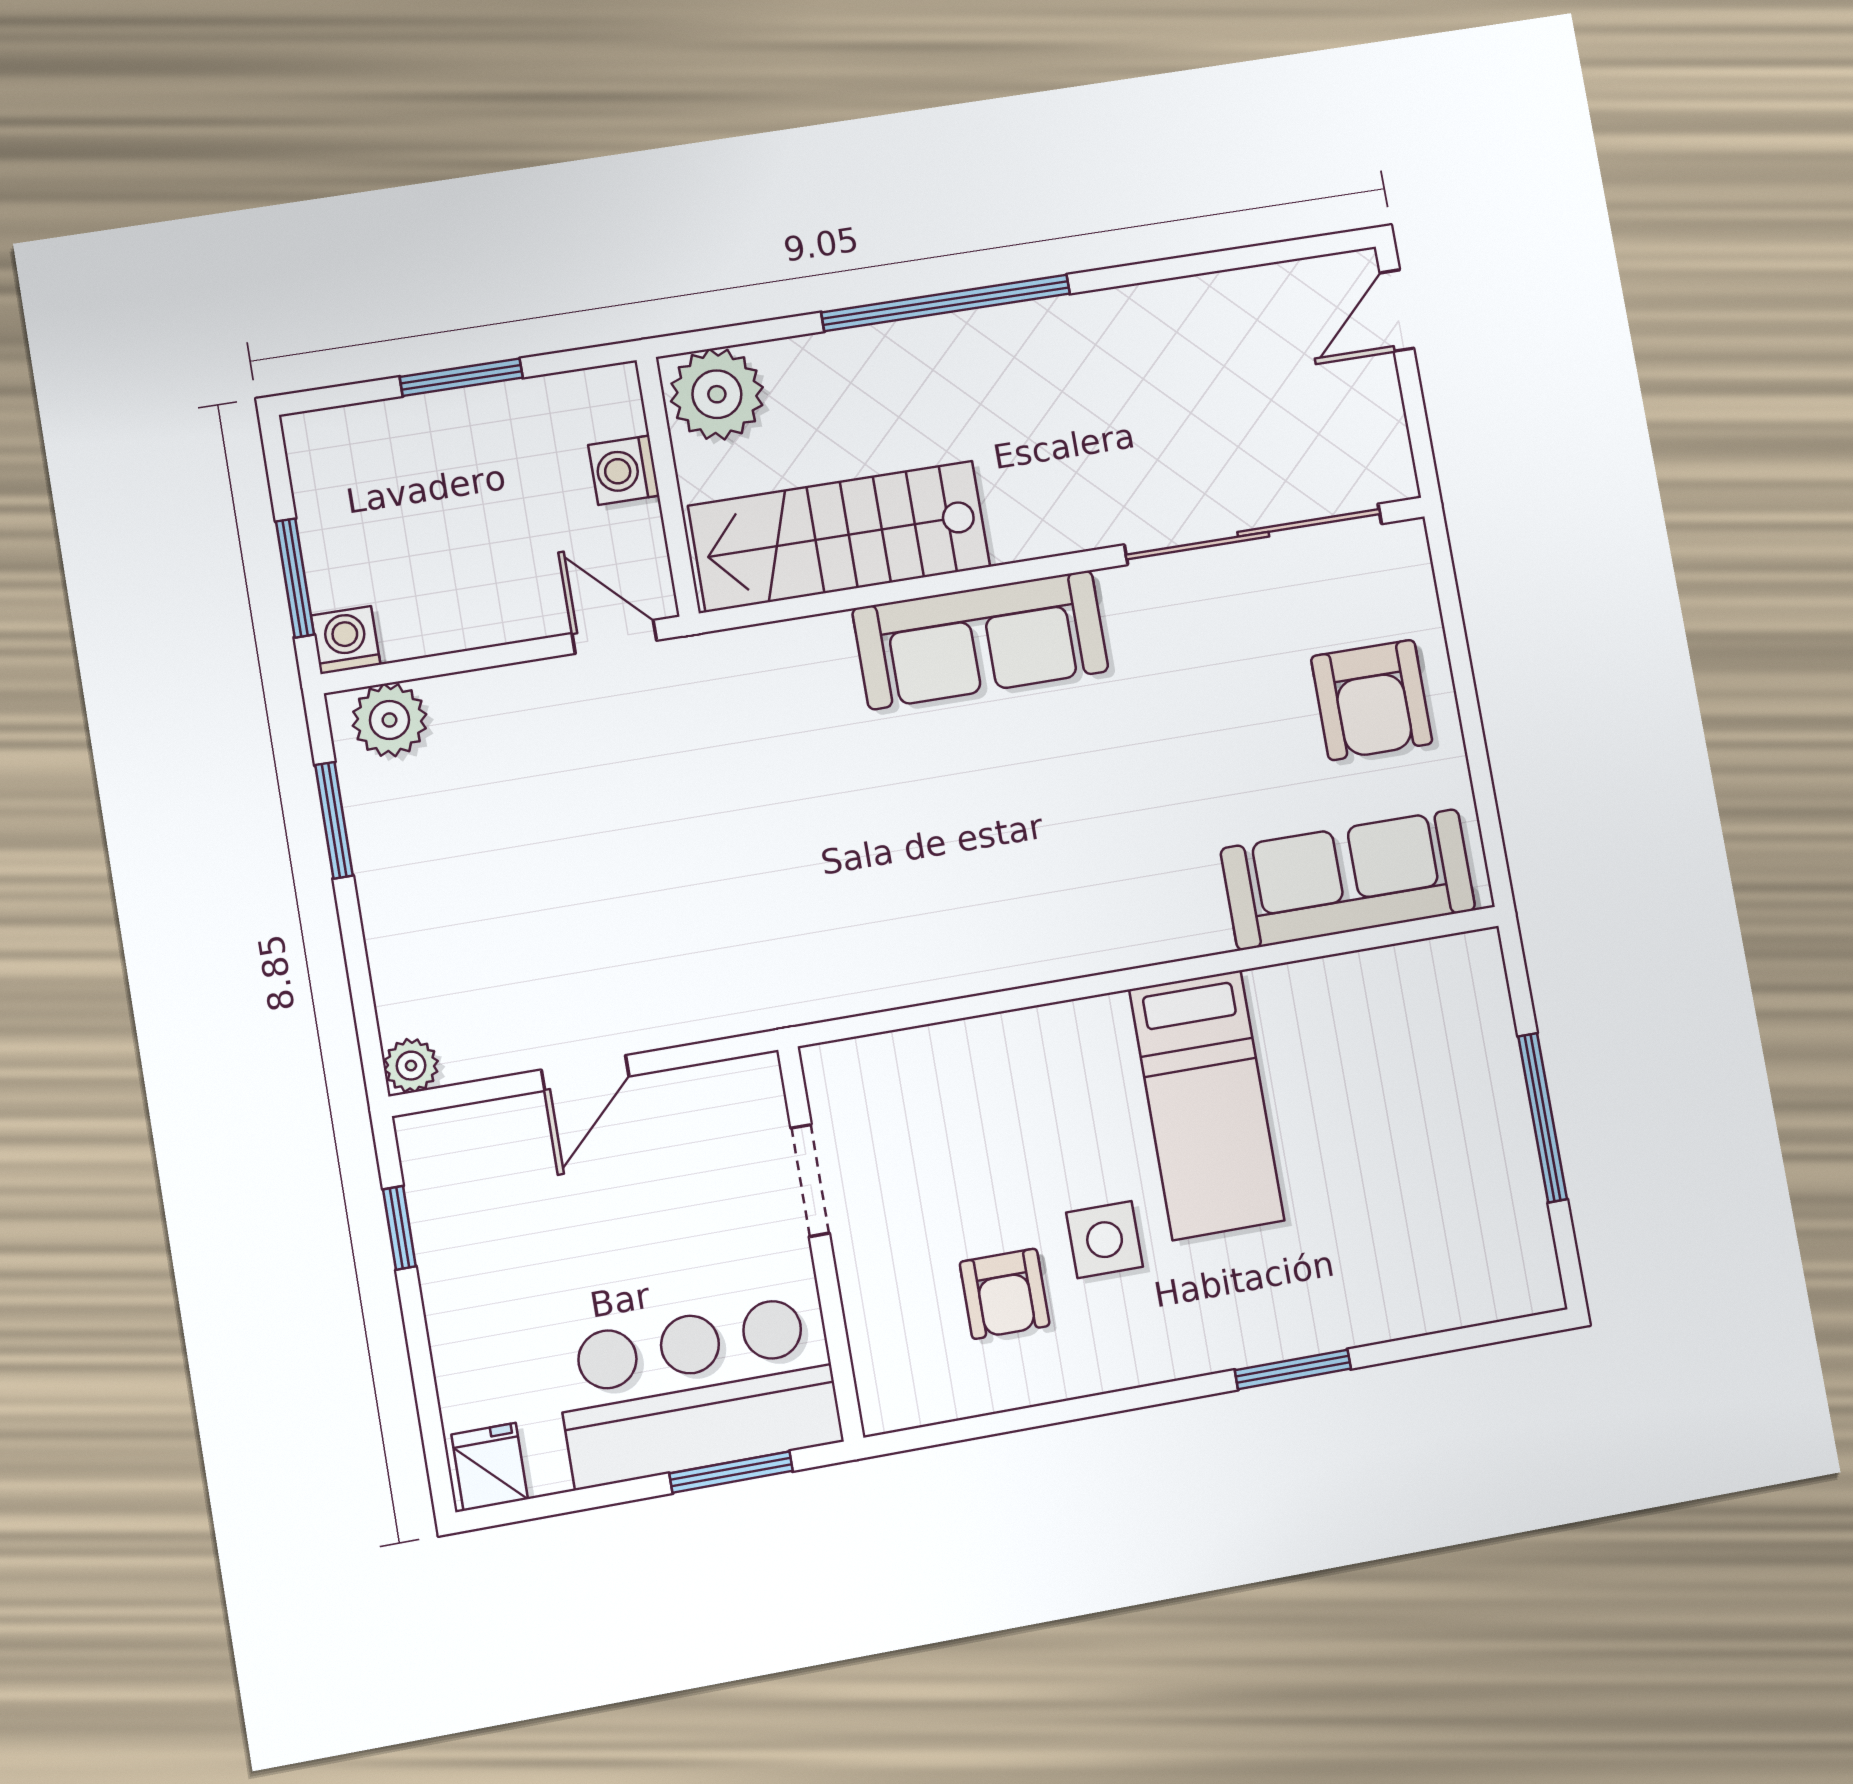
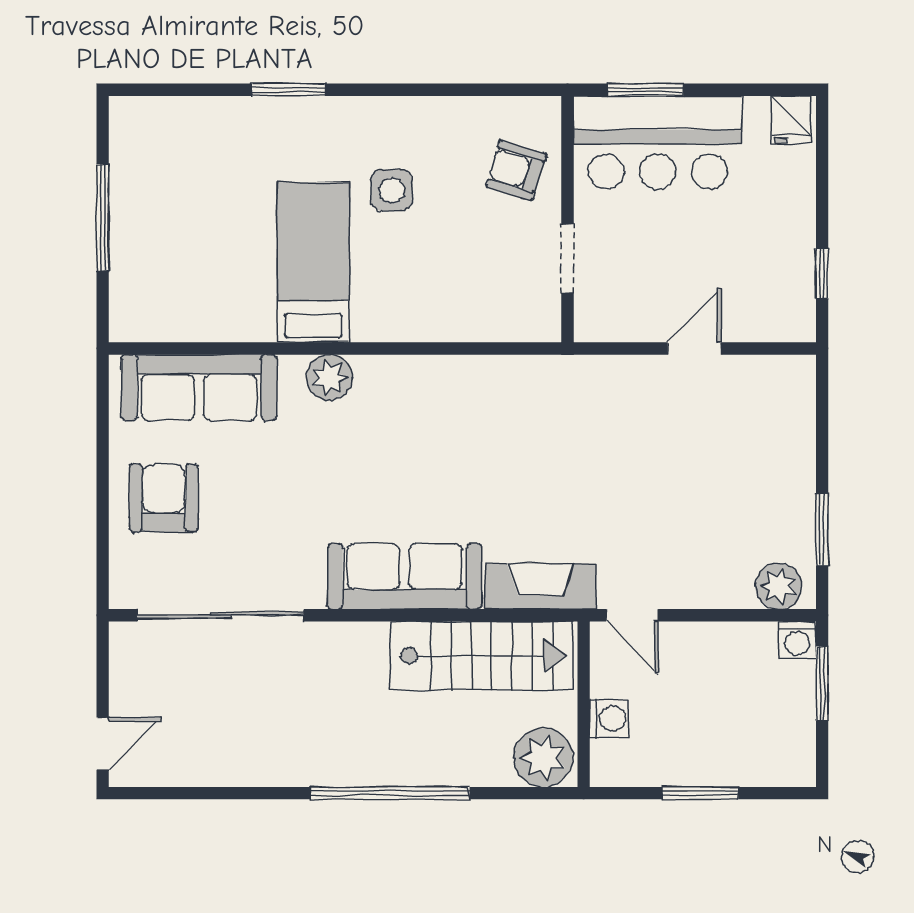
fireplace: (766, 659) -> (540, 586), added
plant: (411, 1066) -> (329, 377), moved, width x1.38, depth x1.38
armchair: (1005, 1294) -> (516, 170), moved, turned -73

